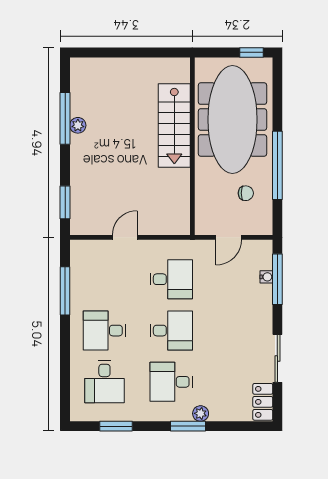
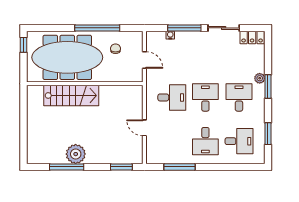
plant: (78, 125) -> (76, 154), width x1.88, depth x1.88
desk: (171, 279) -> (172, 97), turned 90
window: (277, 279) -> (184, 28), moved
desk: (171, 382) -> (239, 97), turned 180

